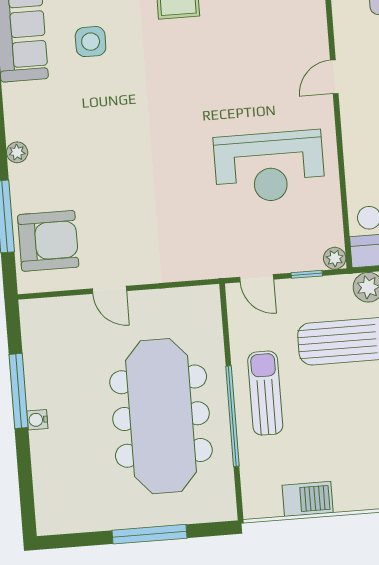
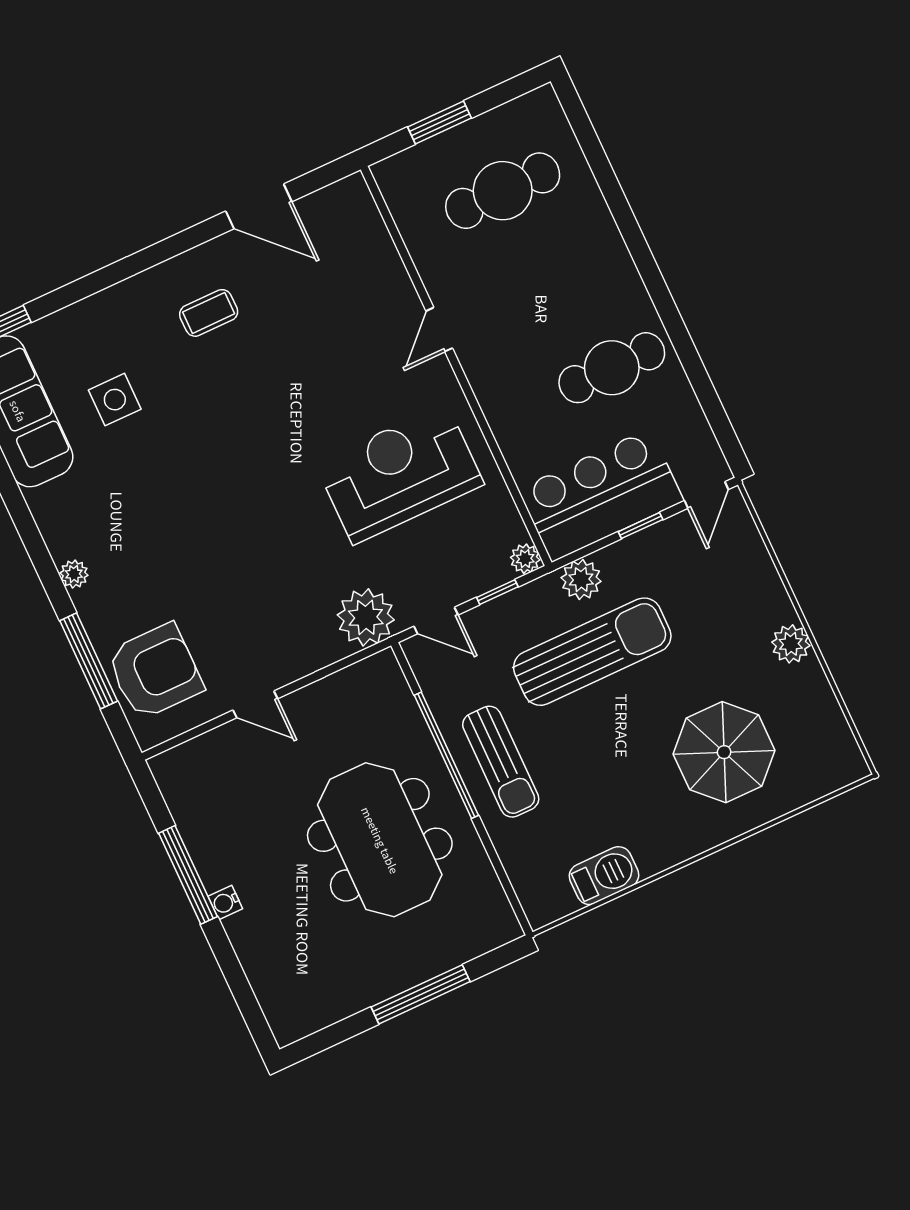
reception desk: (269, 167) -> (400, 474), turned 180
plant: (209, 258) -> (366, 617), added
sun lounger: (265, 393) -> (501, 762), turned 180
meeting table: (161, 416) -> (380, 840), width x0.73
window: (232, 416) -> (446, 755), moved

